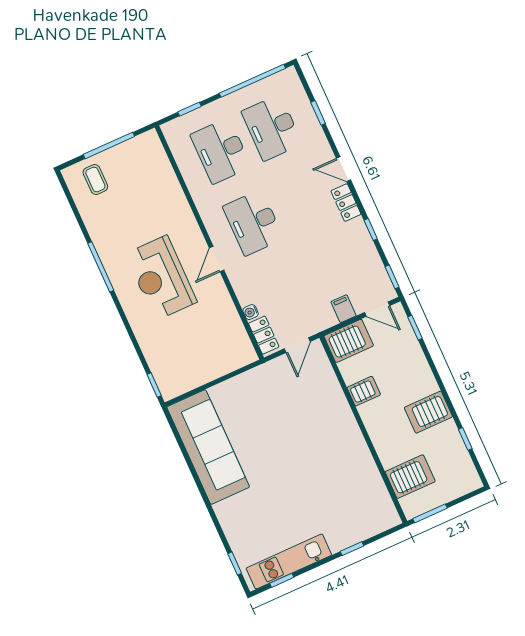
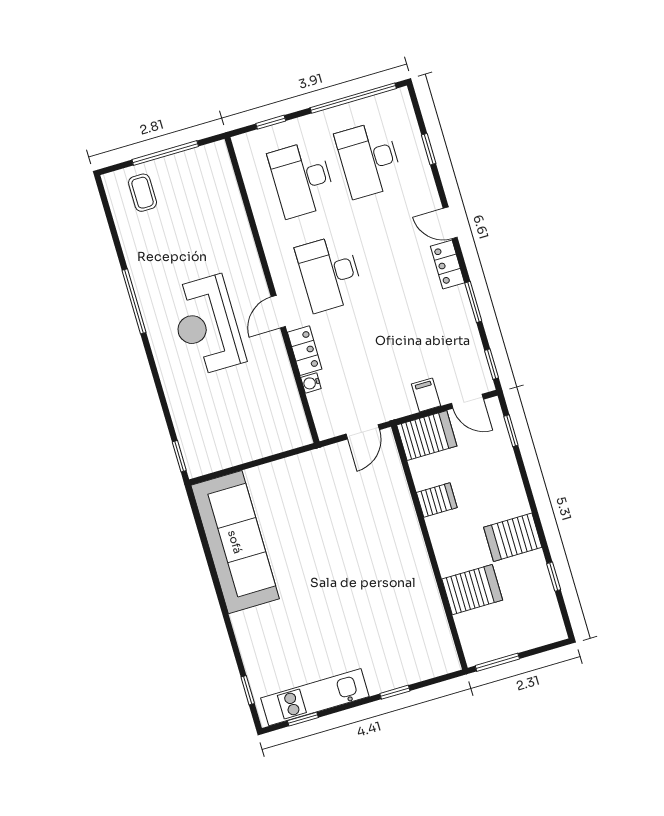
window: (371, 229) -> (473, 302), width x1.50
locker: (264, 335) -> (305, 351), moved
server rack: (410, 477) -> (472, 590), moved

